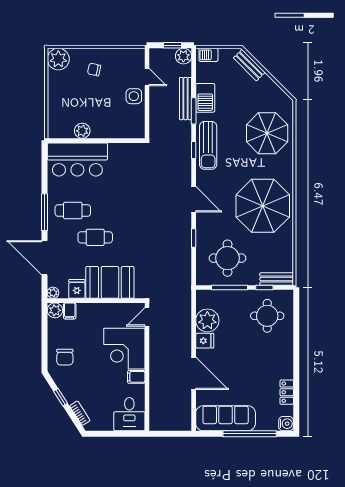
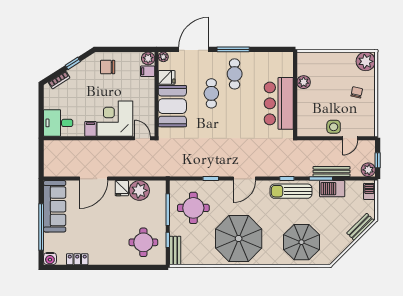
bar counter: (77, 159) -> (279, 103), moved

